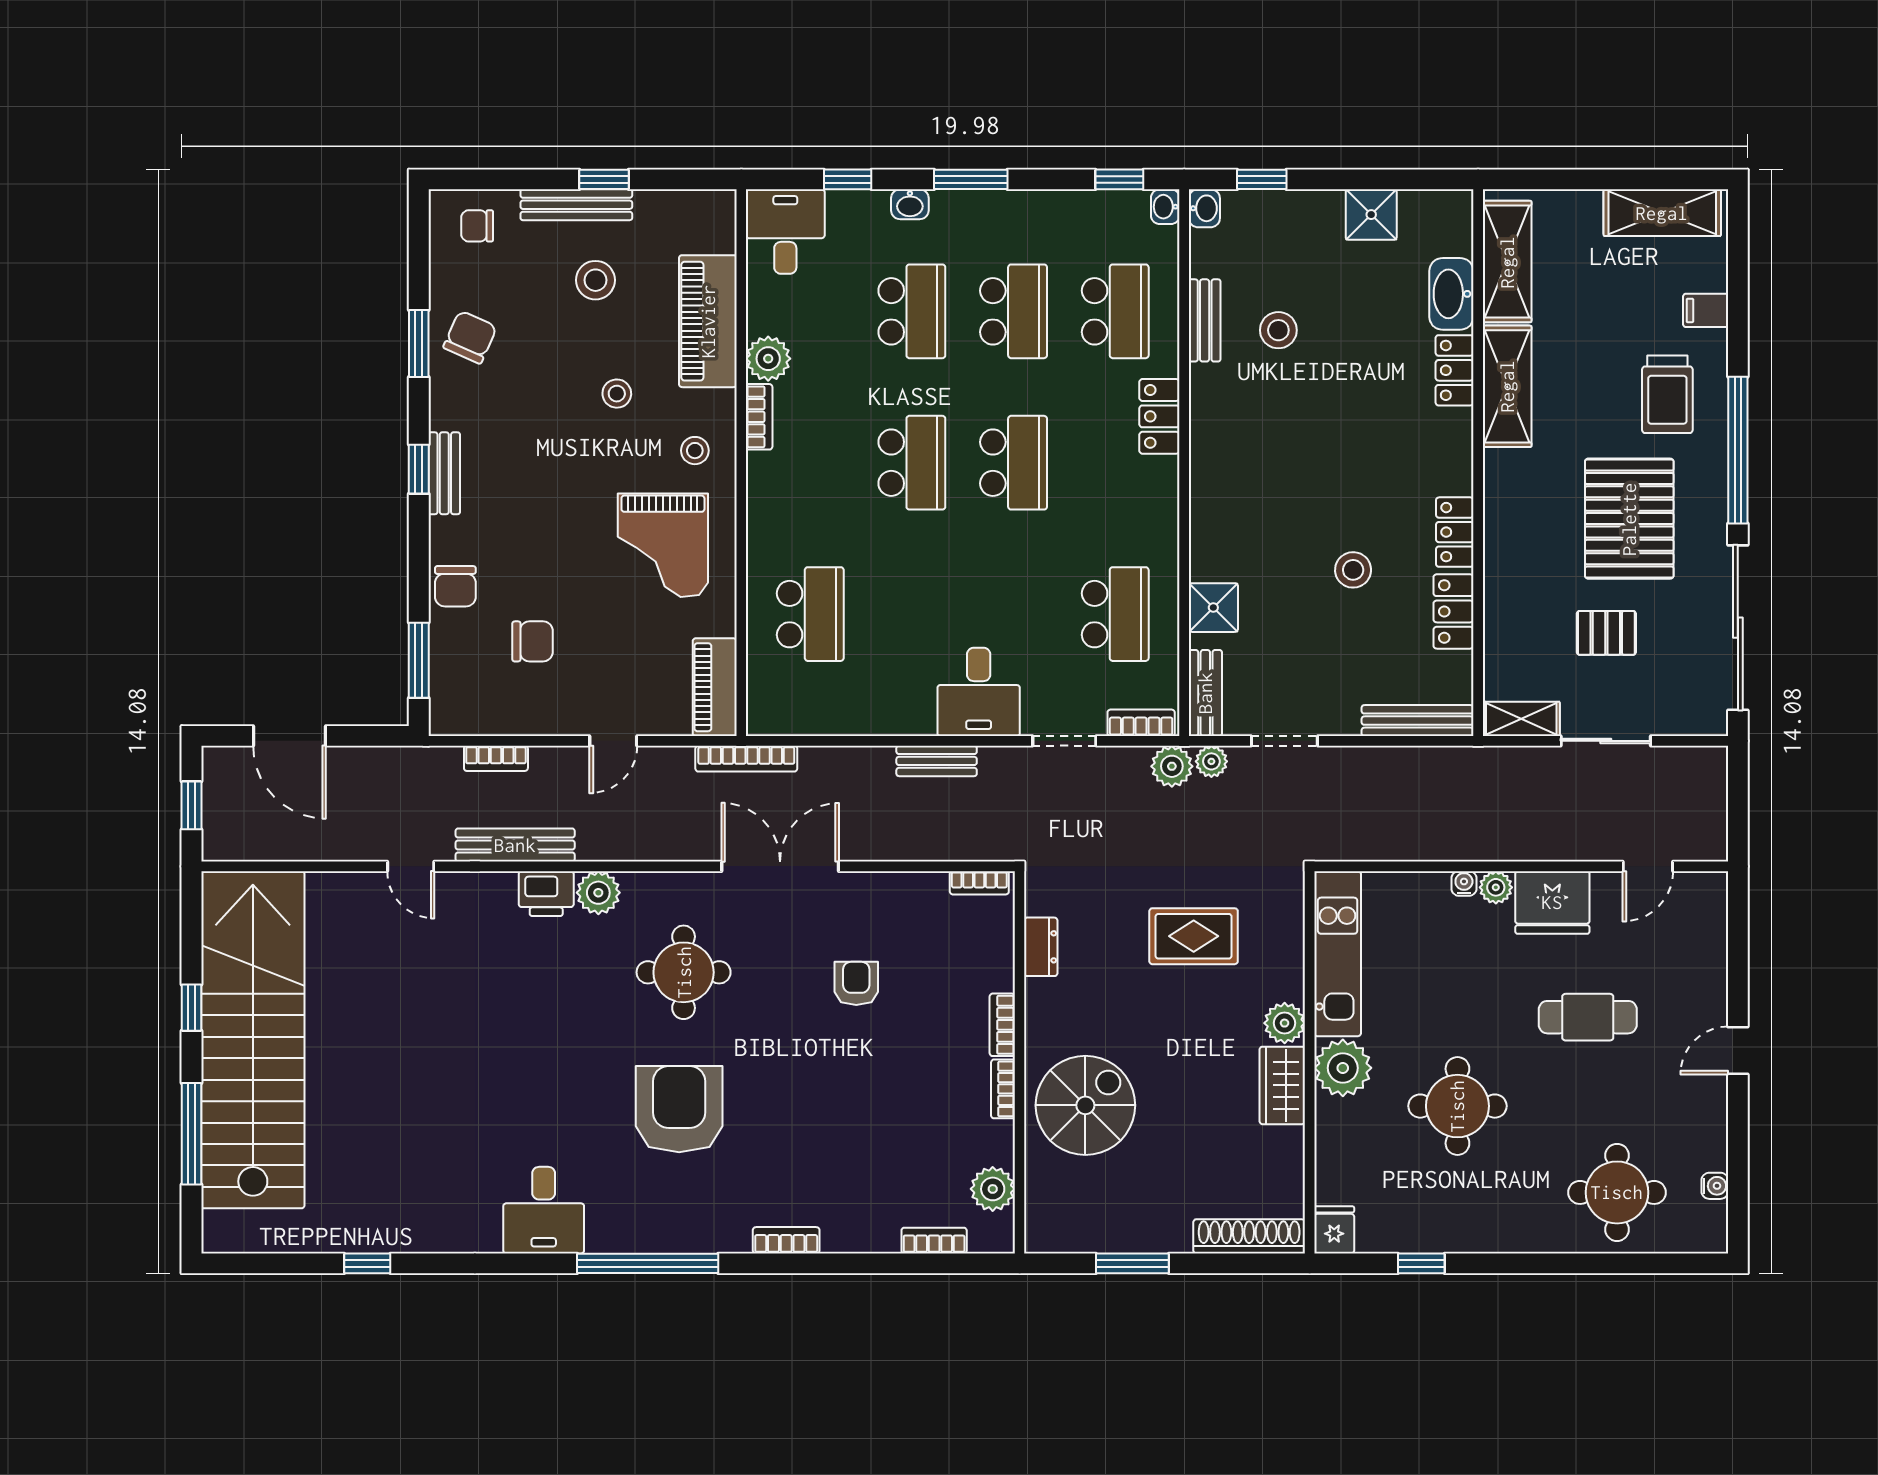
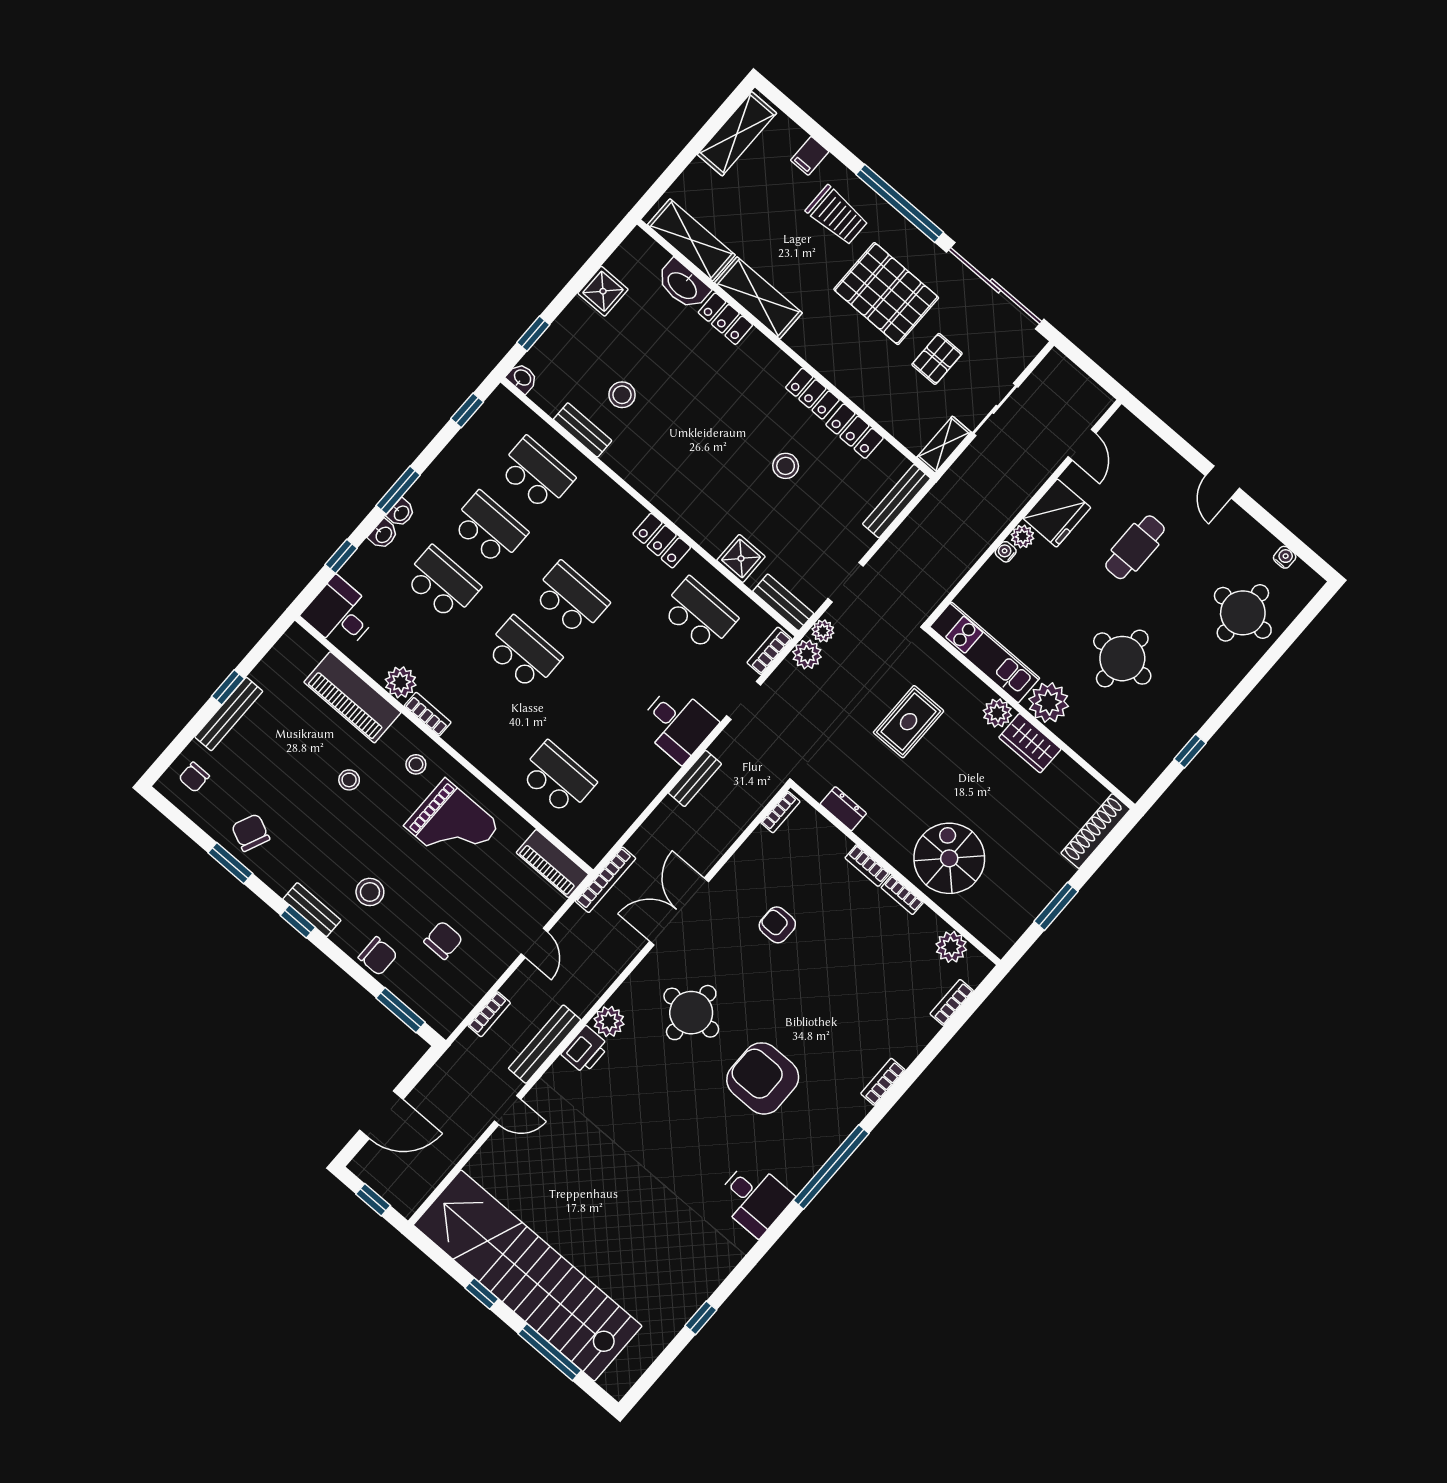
washbasin: (1165, 207) -> (401, 513), moved, turned -90
stool: (595, 280) -> (370, 892), moved
locker: (1159, 416) -> (662, 541), moved
fridge: (1334, 1230) -> (1132, 782), removed

